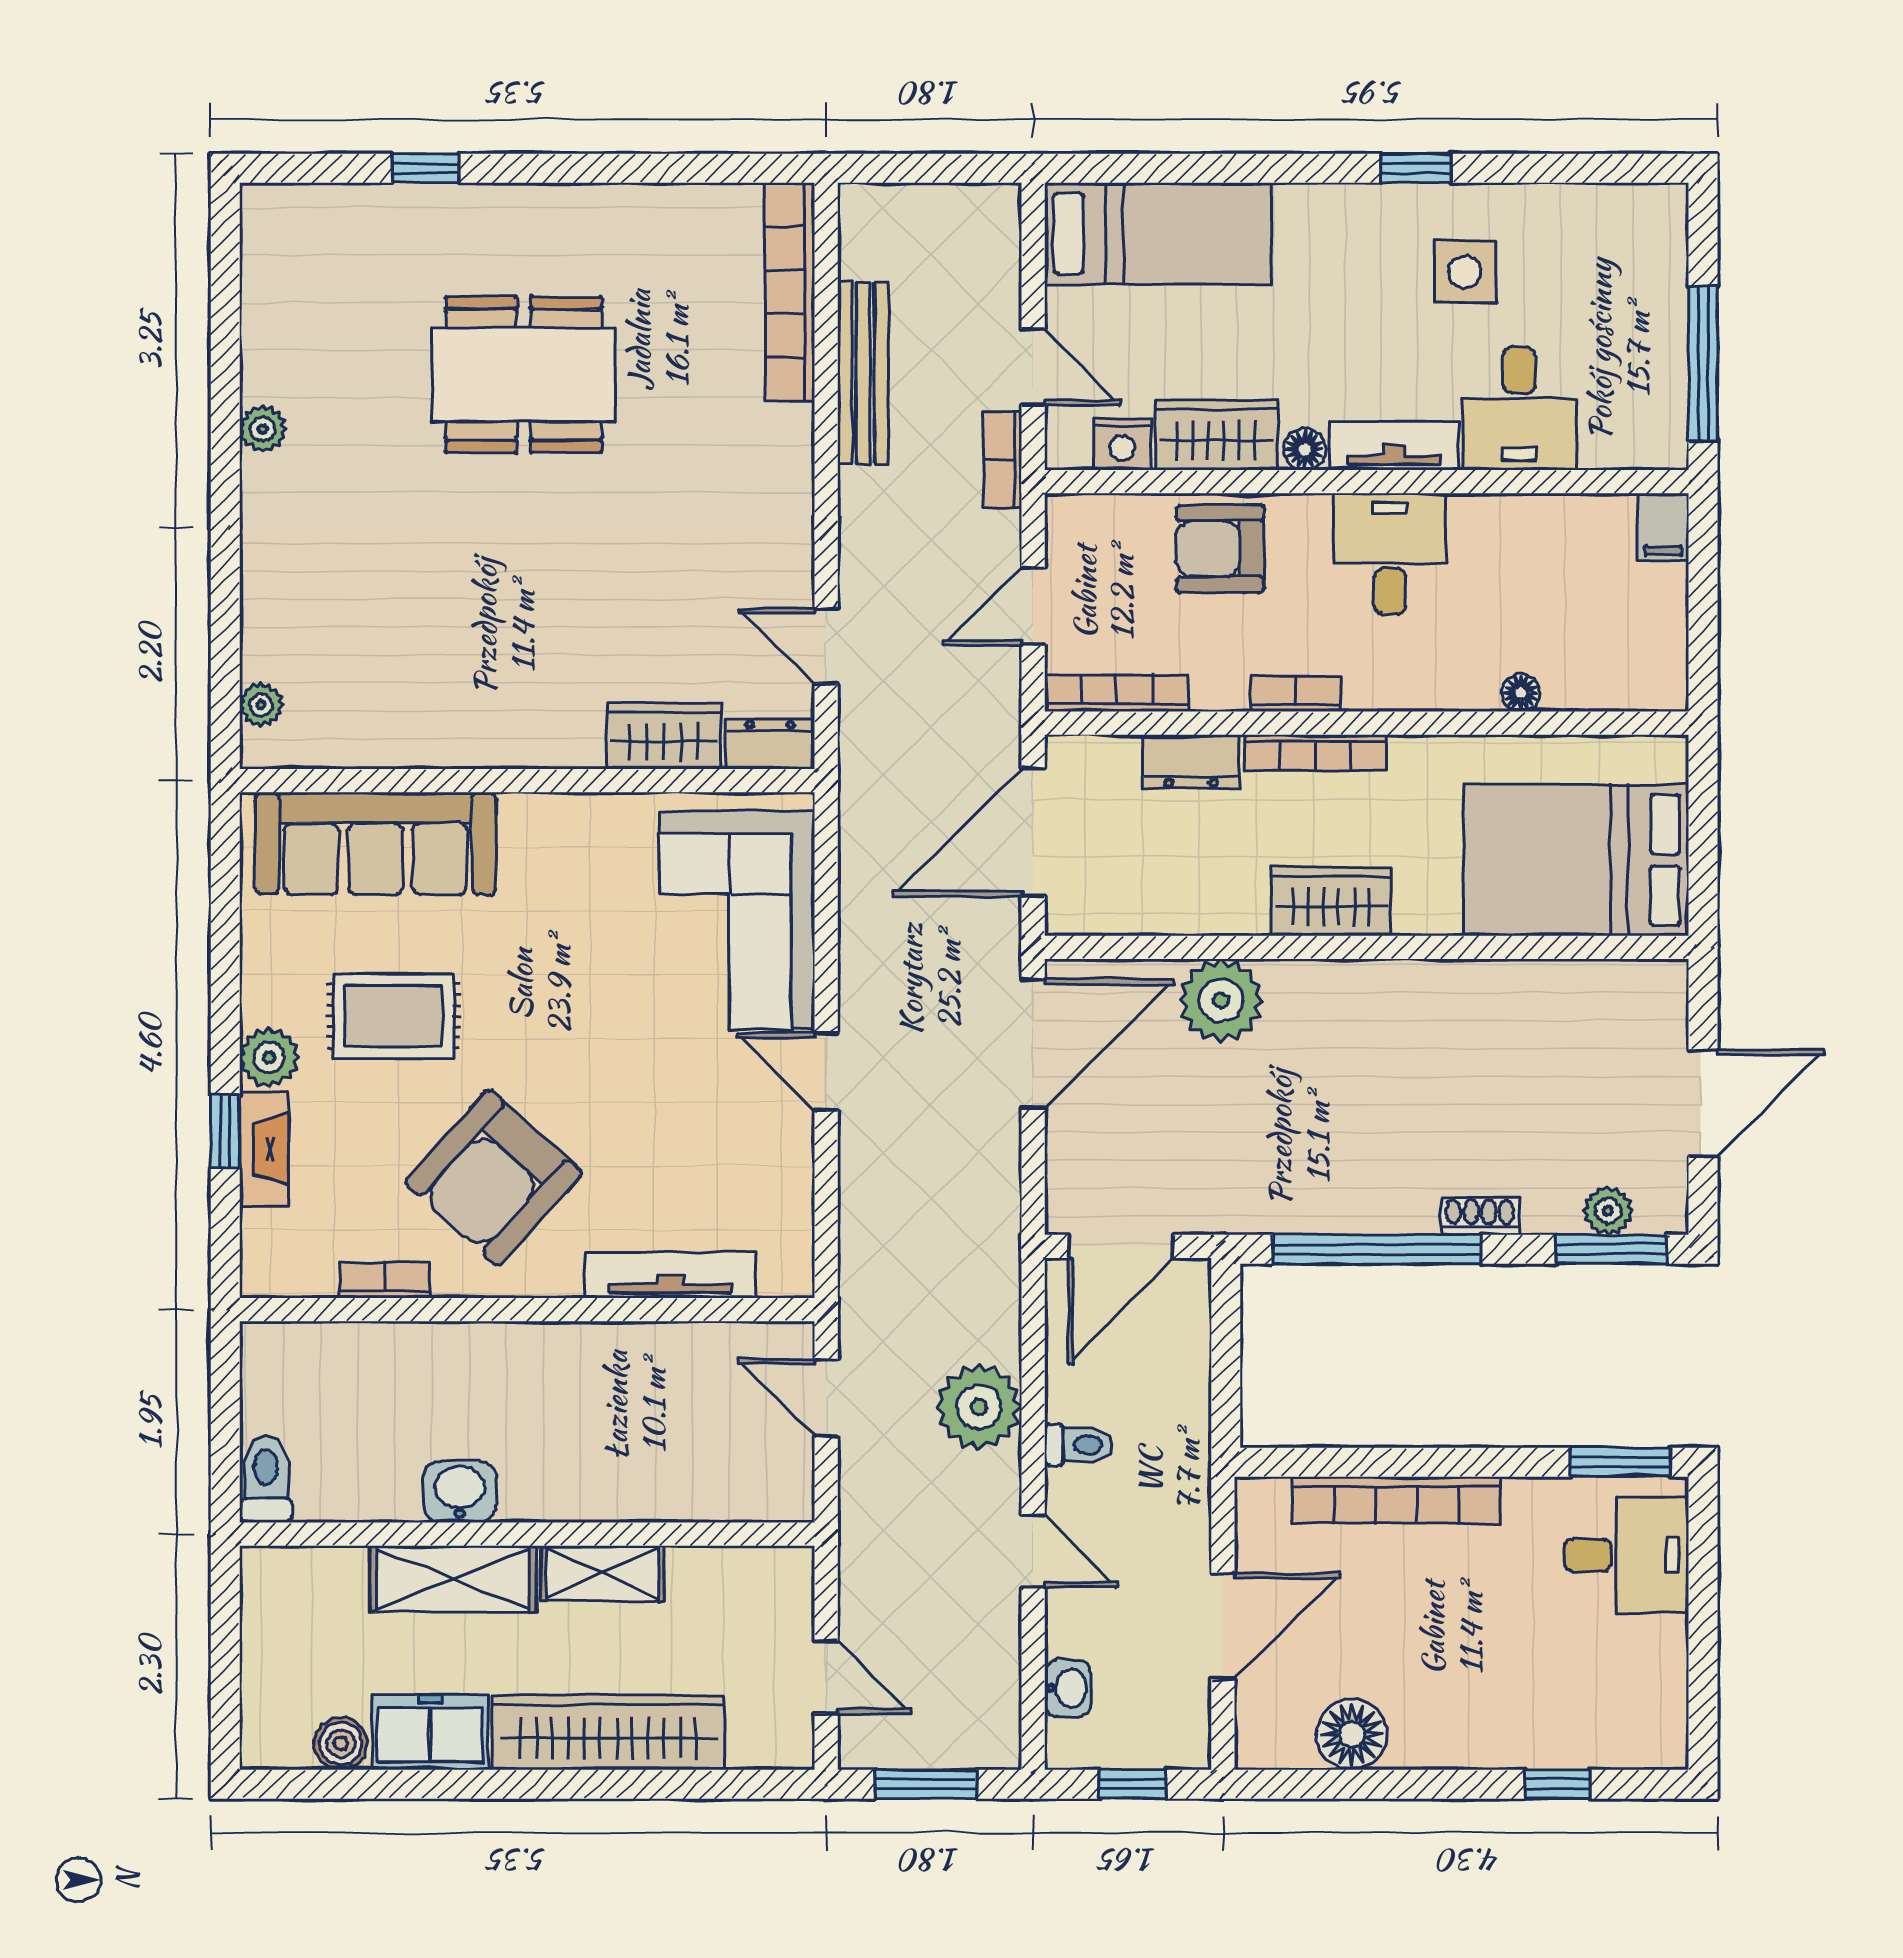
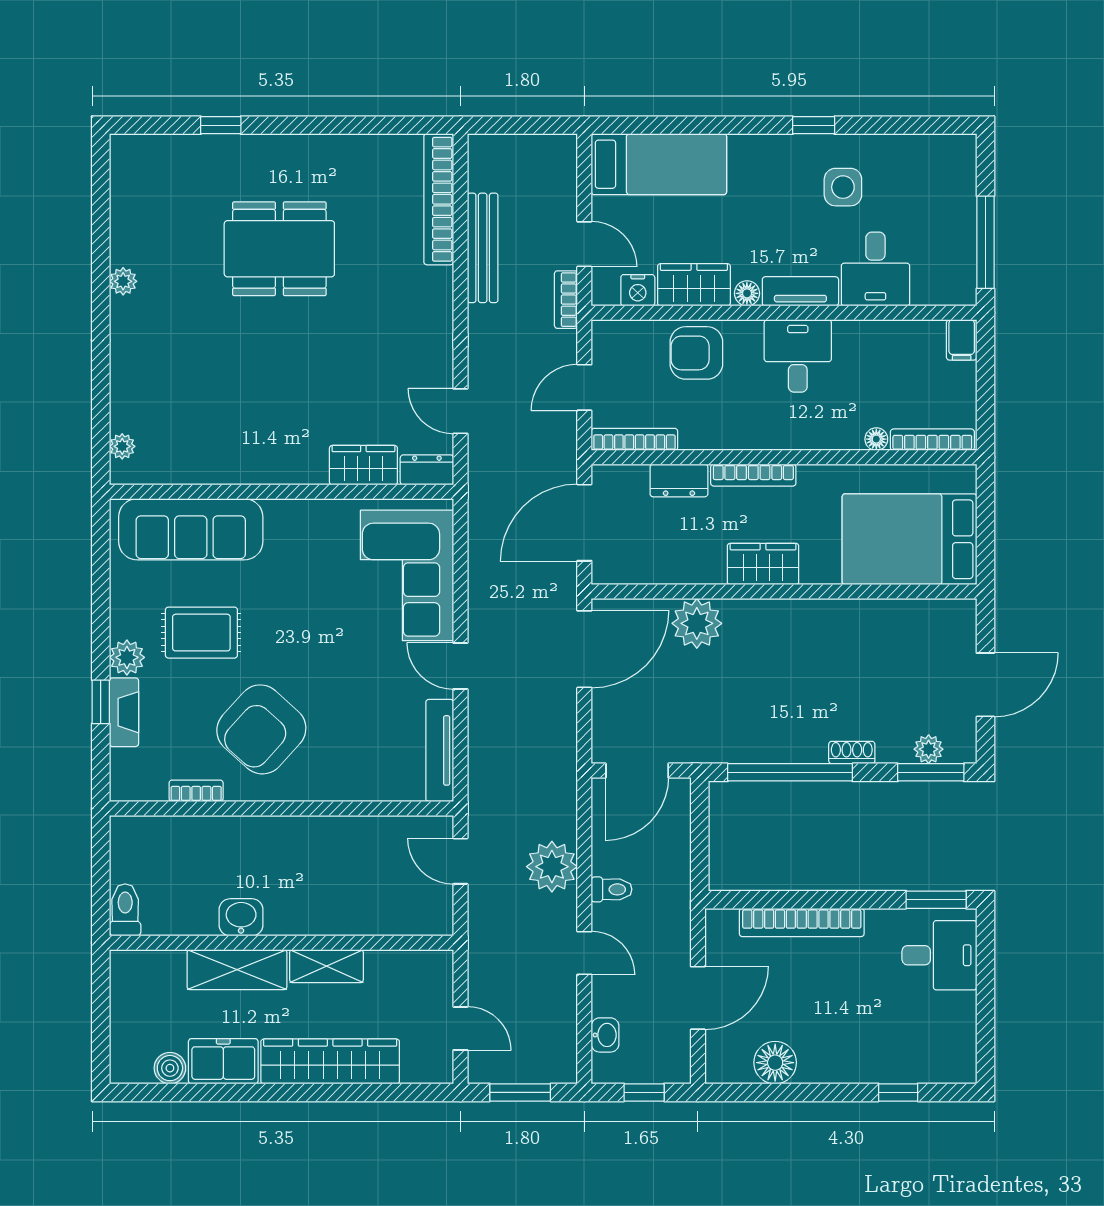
bookcase: (1296, 694) -> (932, 440), moved, width x1.56
tv unit: (670, 1275) -> (440, 750), moved, turned -90

